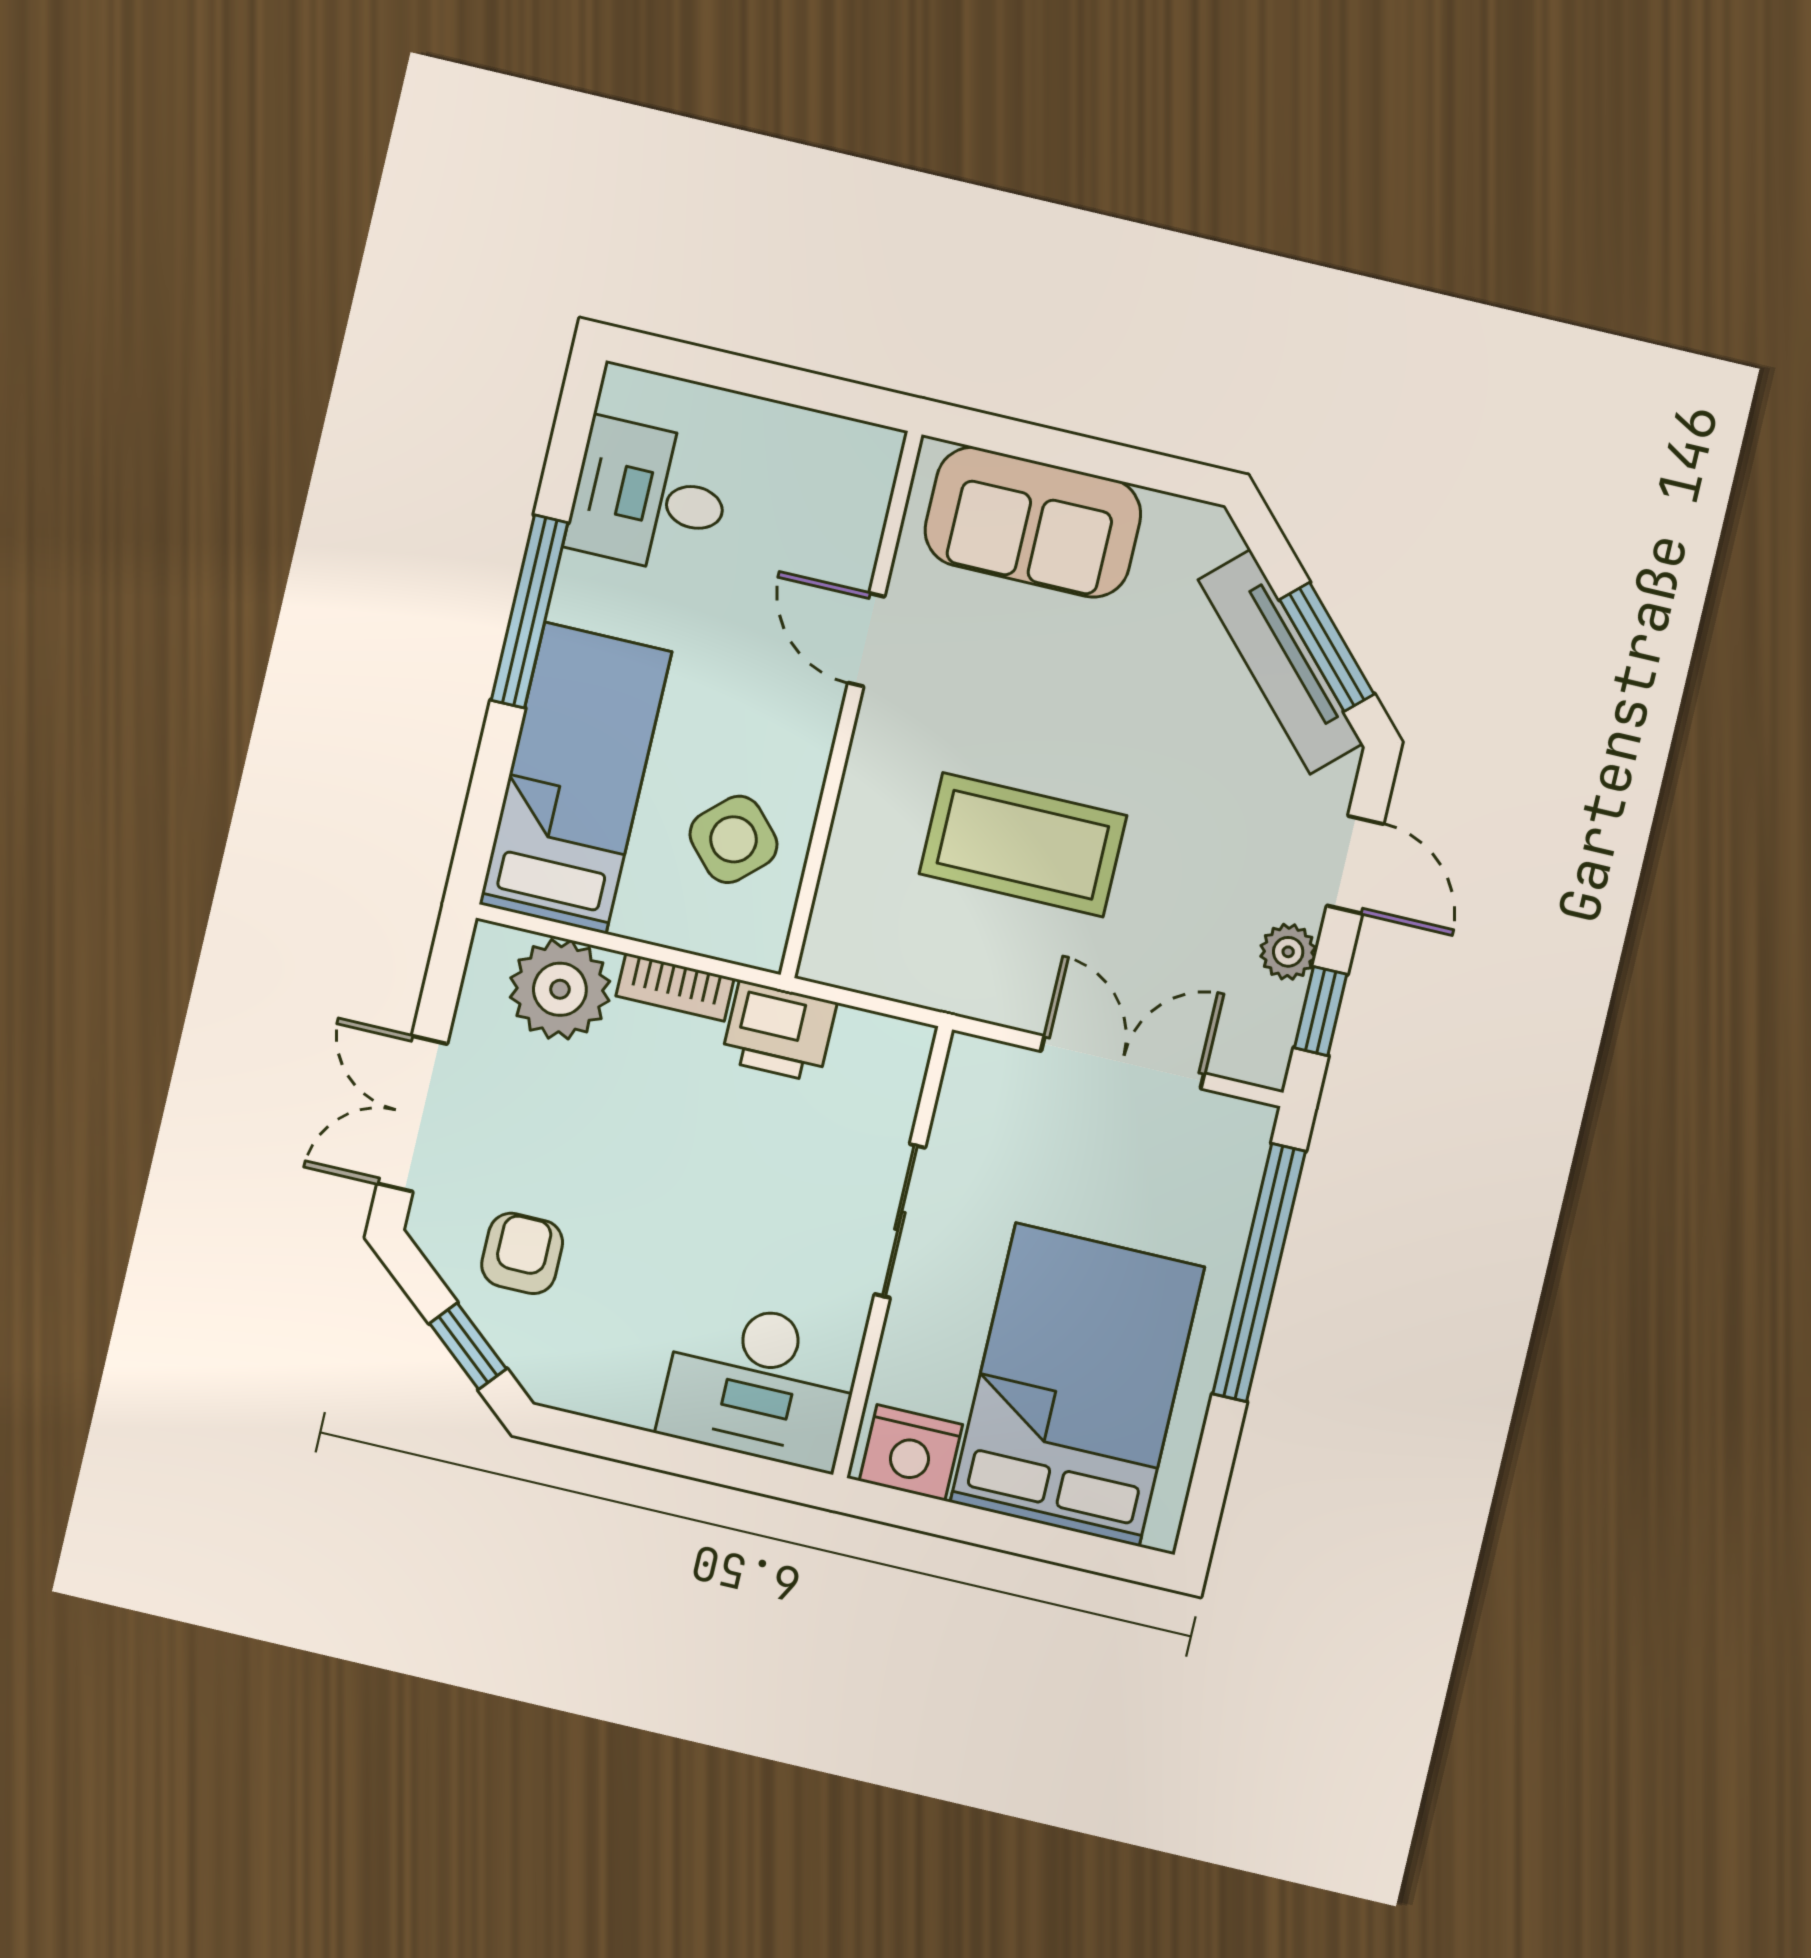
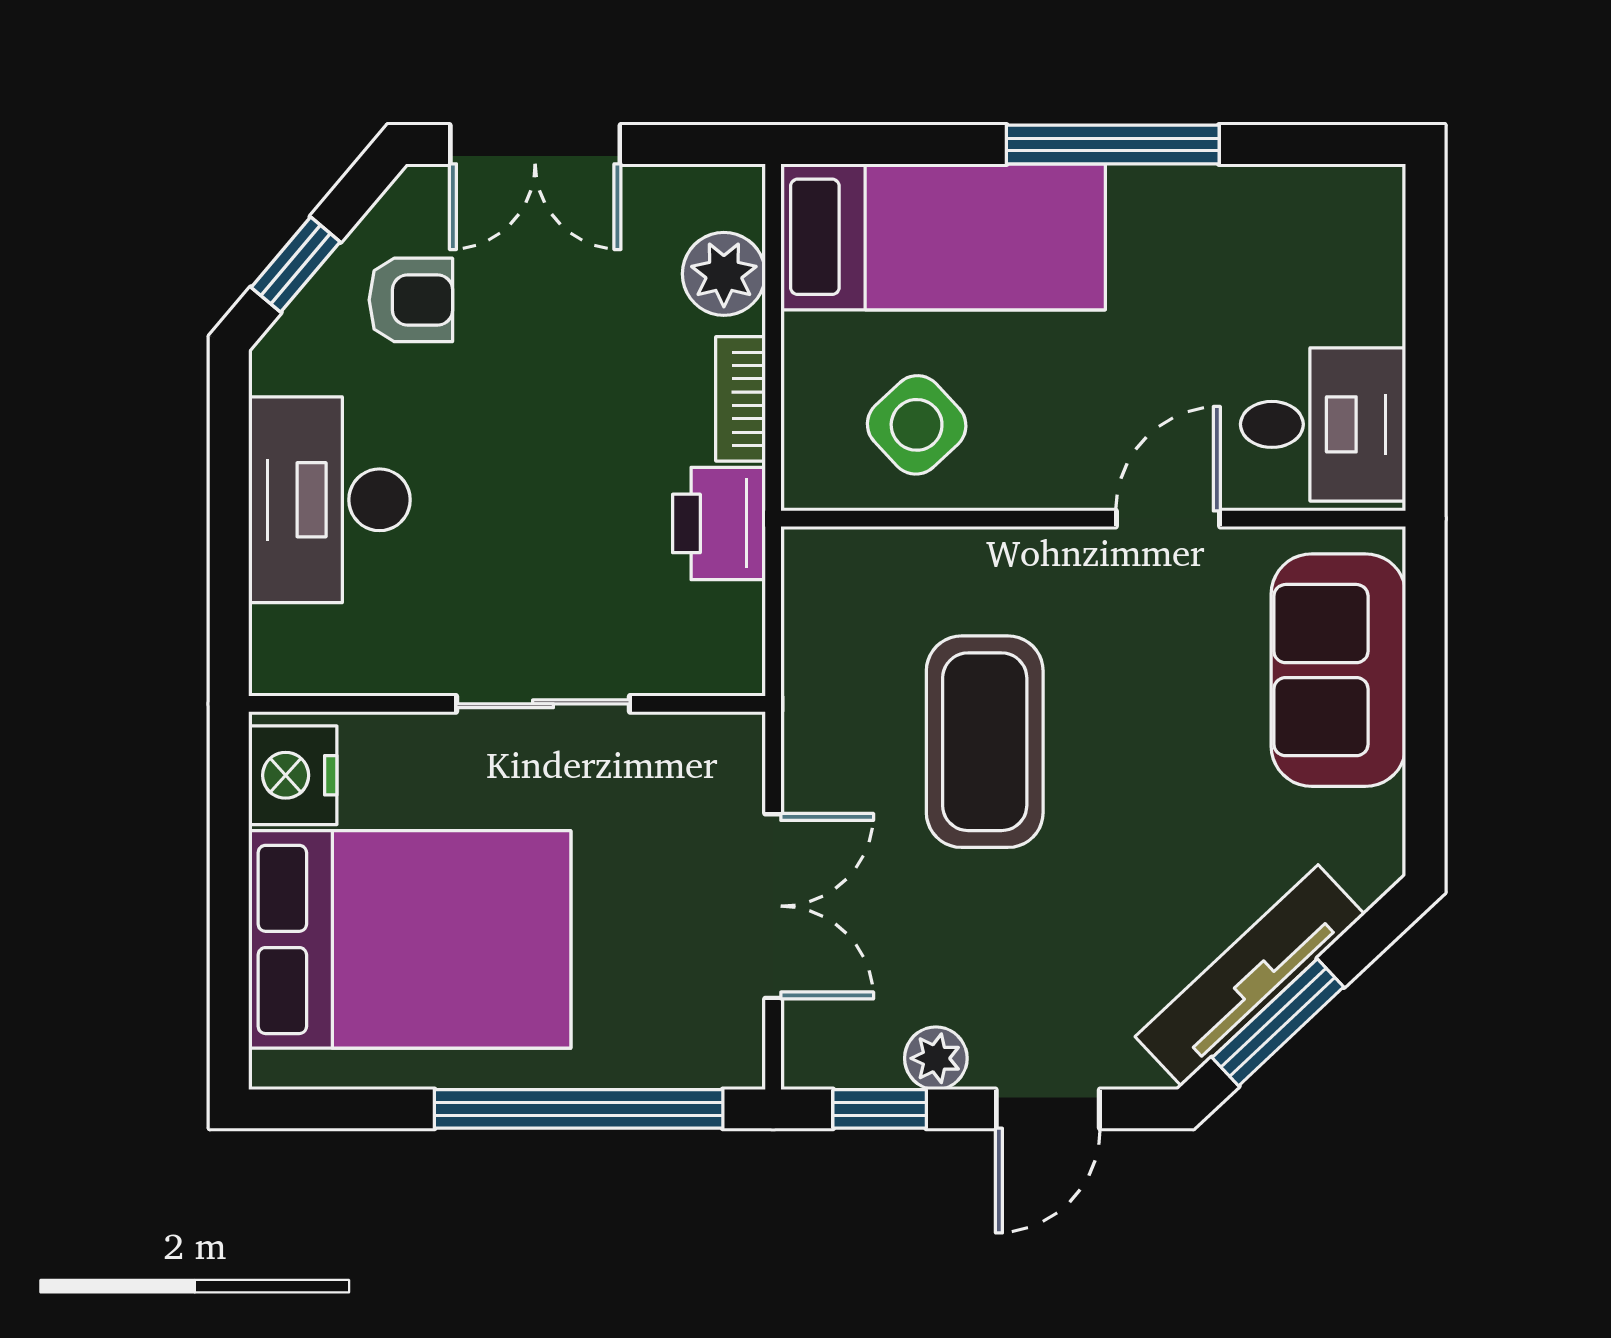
desk: (650, 497) -> (1323, 424), moved, turned 90
plant: (560, 989) -> (724, 274), width x0.73, depth x0.73
double door: (412, 1114) -> (535, 144), swing flipped
desk: (760, 1384) -> (329, 500), moved

